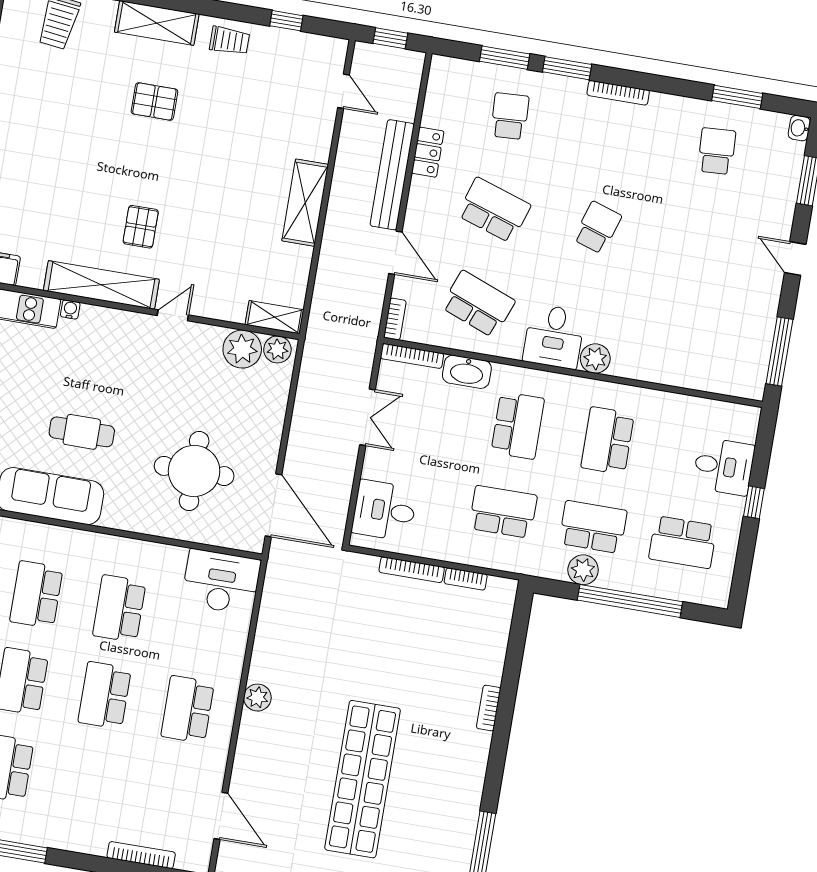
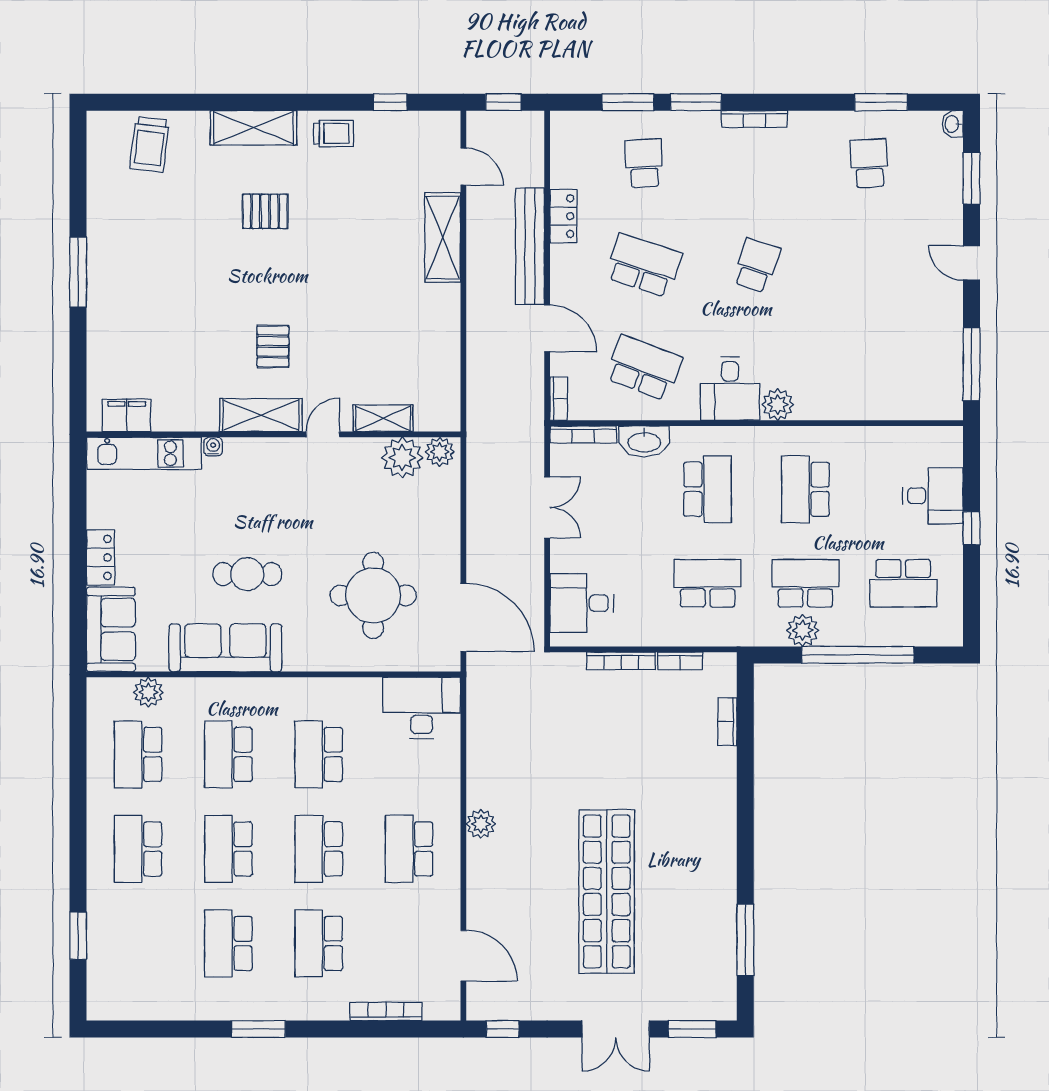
shelving: (305, 203) -> (443, 238), moved
shelving: (101, 285) -> (261, 415), width x0.68
shelving: (275, 317) -> (383, 418), moved
bookcase: (489, 708) -> (727, 722), moved
school desk: (90, 782) -> (319, 943), added

